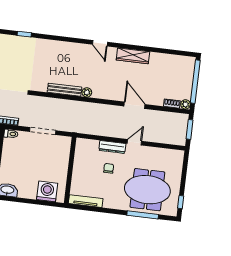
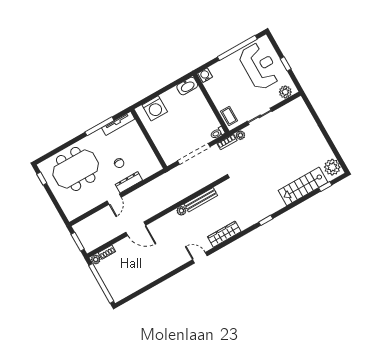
wardrobe: (133, 56) -> (224, 234), moved
doorway: (43, 131) -> (194, 154), width x1.36
window: (143, 215) -> (100, 126), moved

